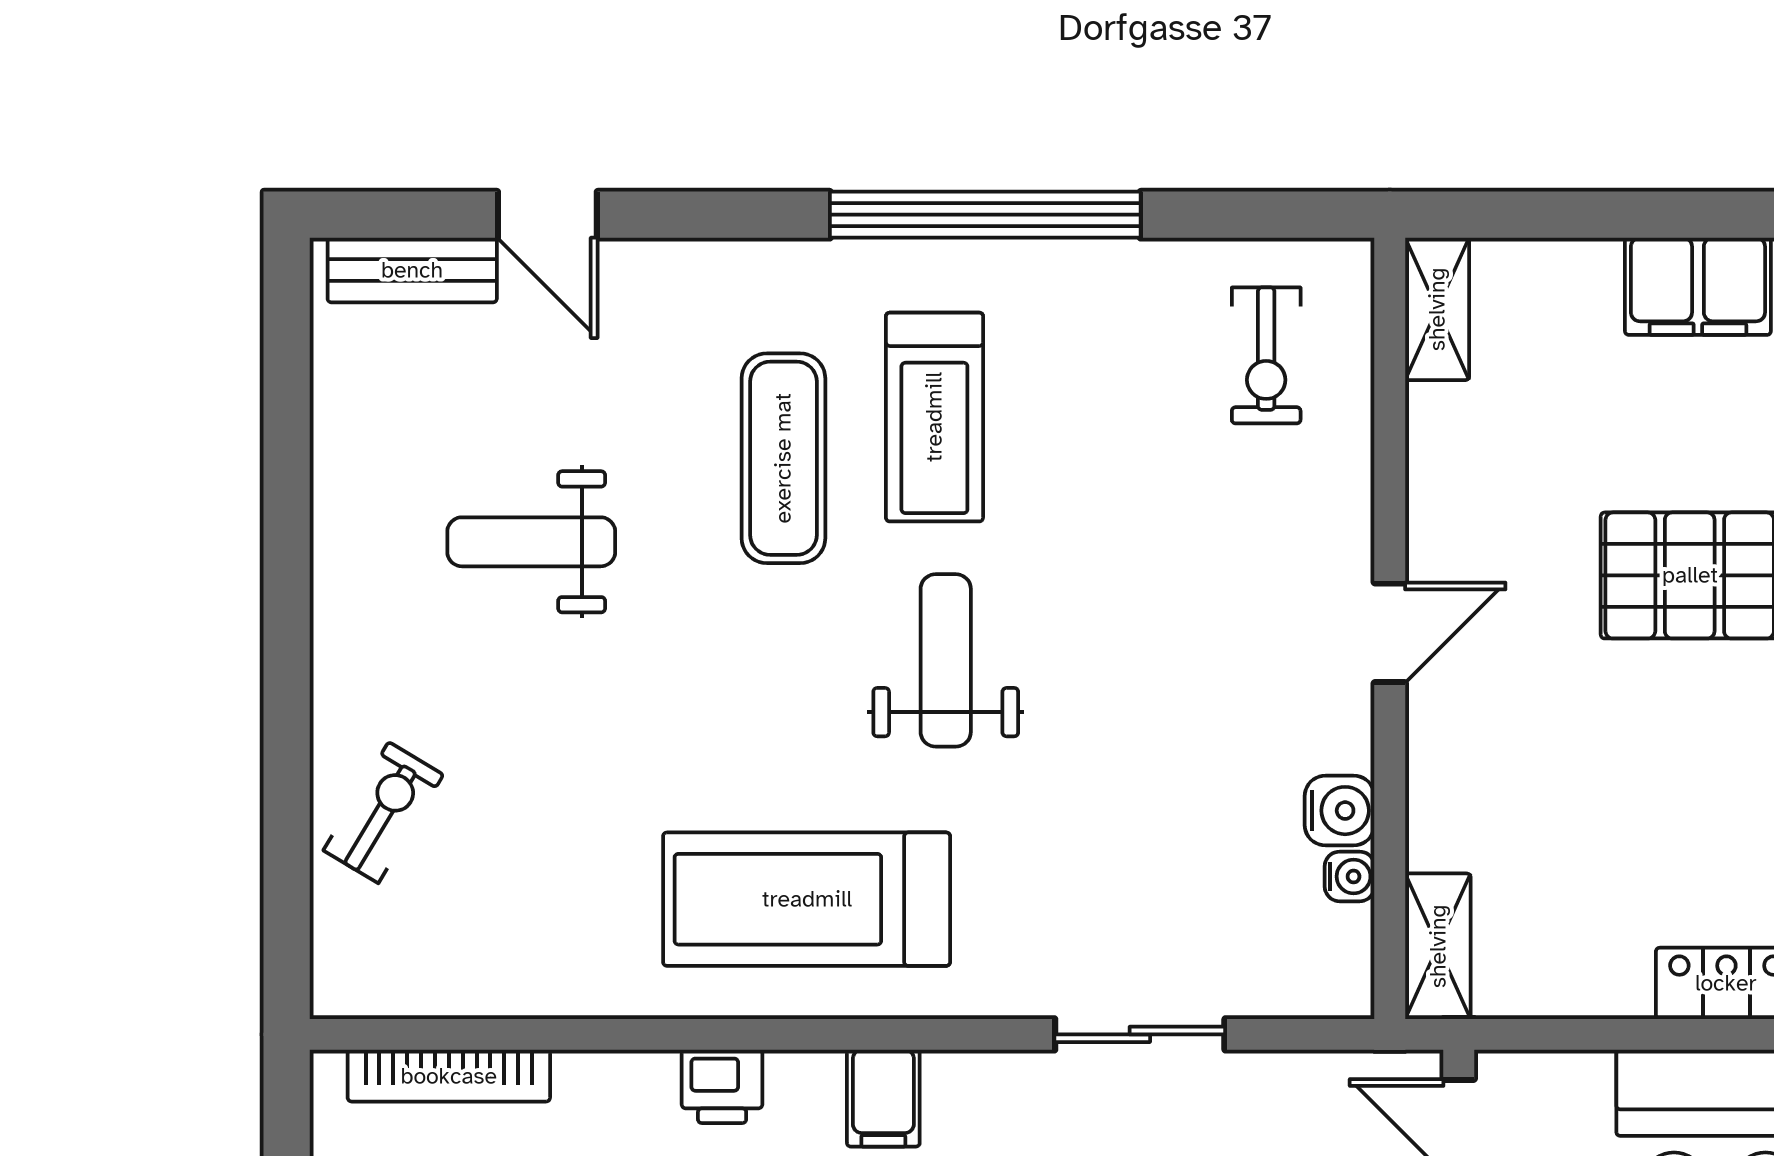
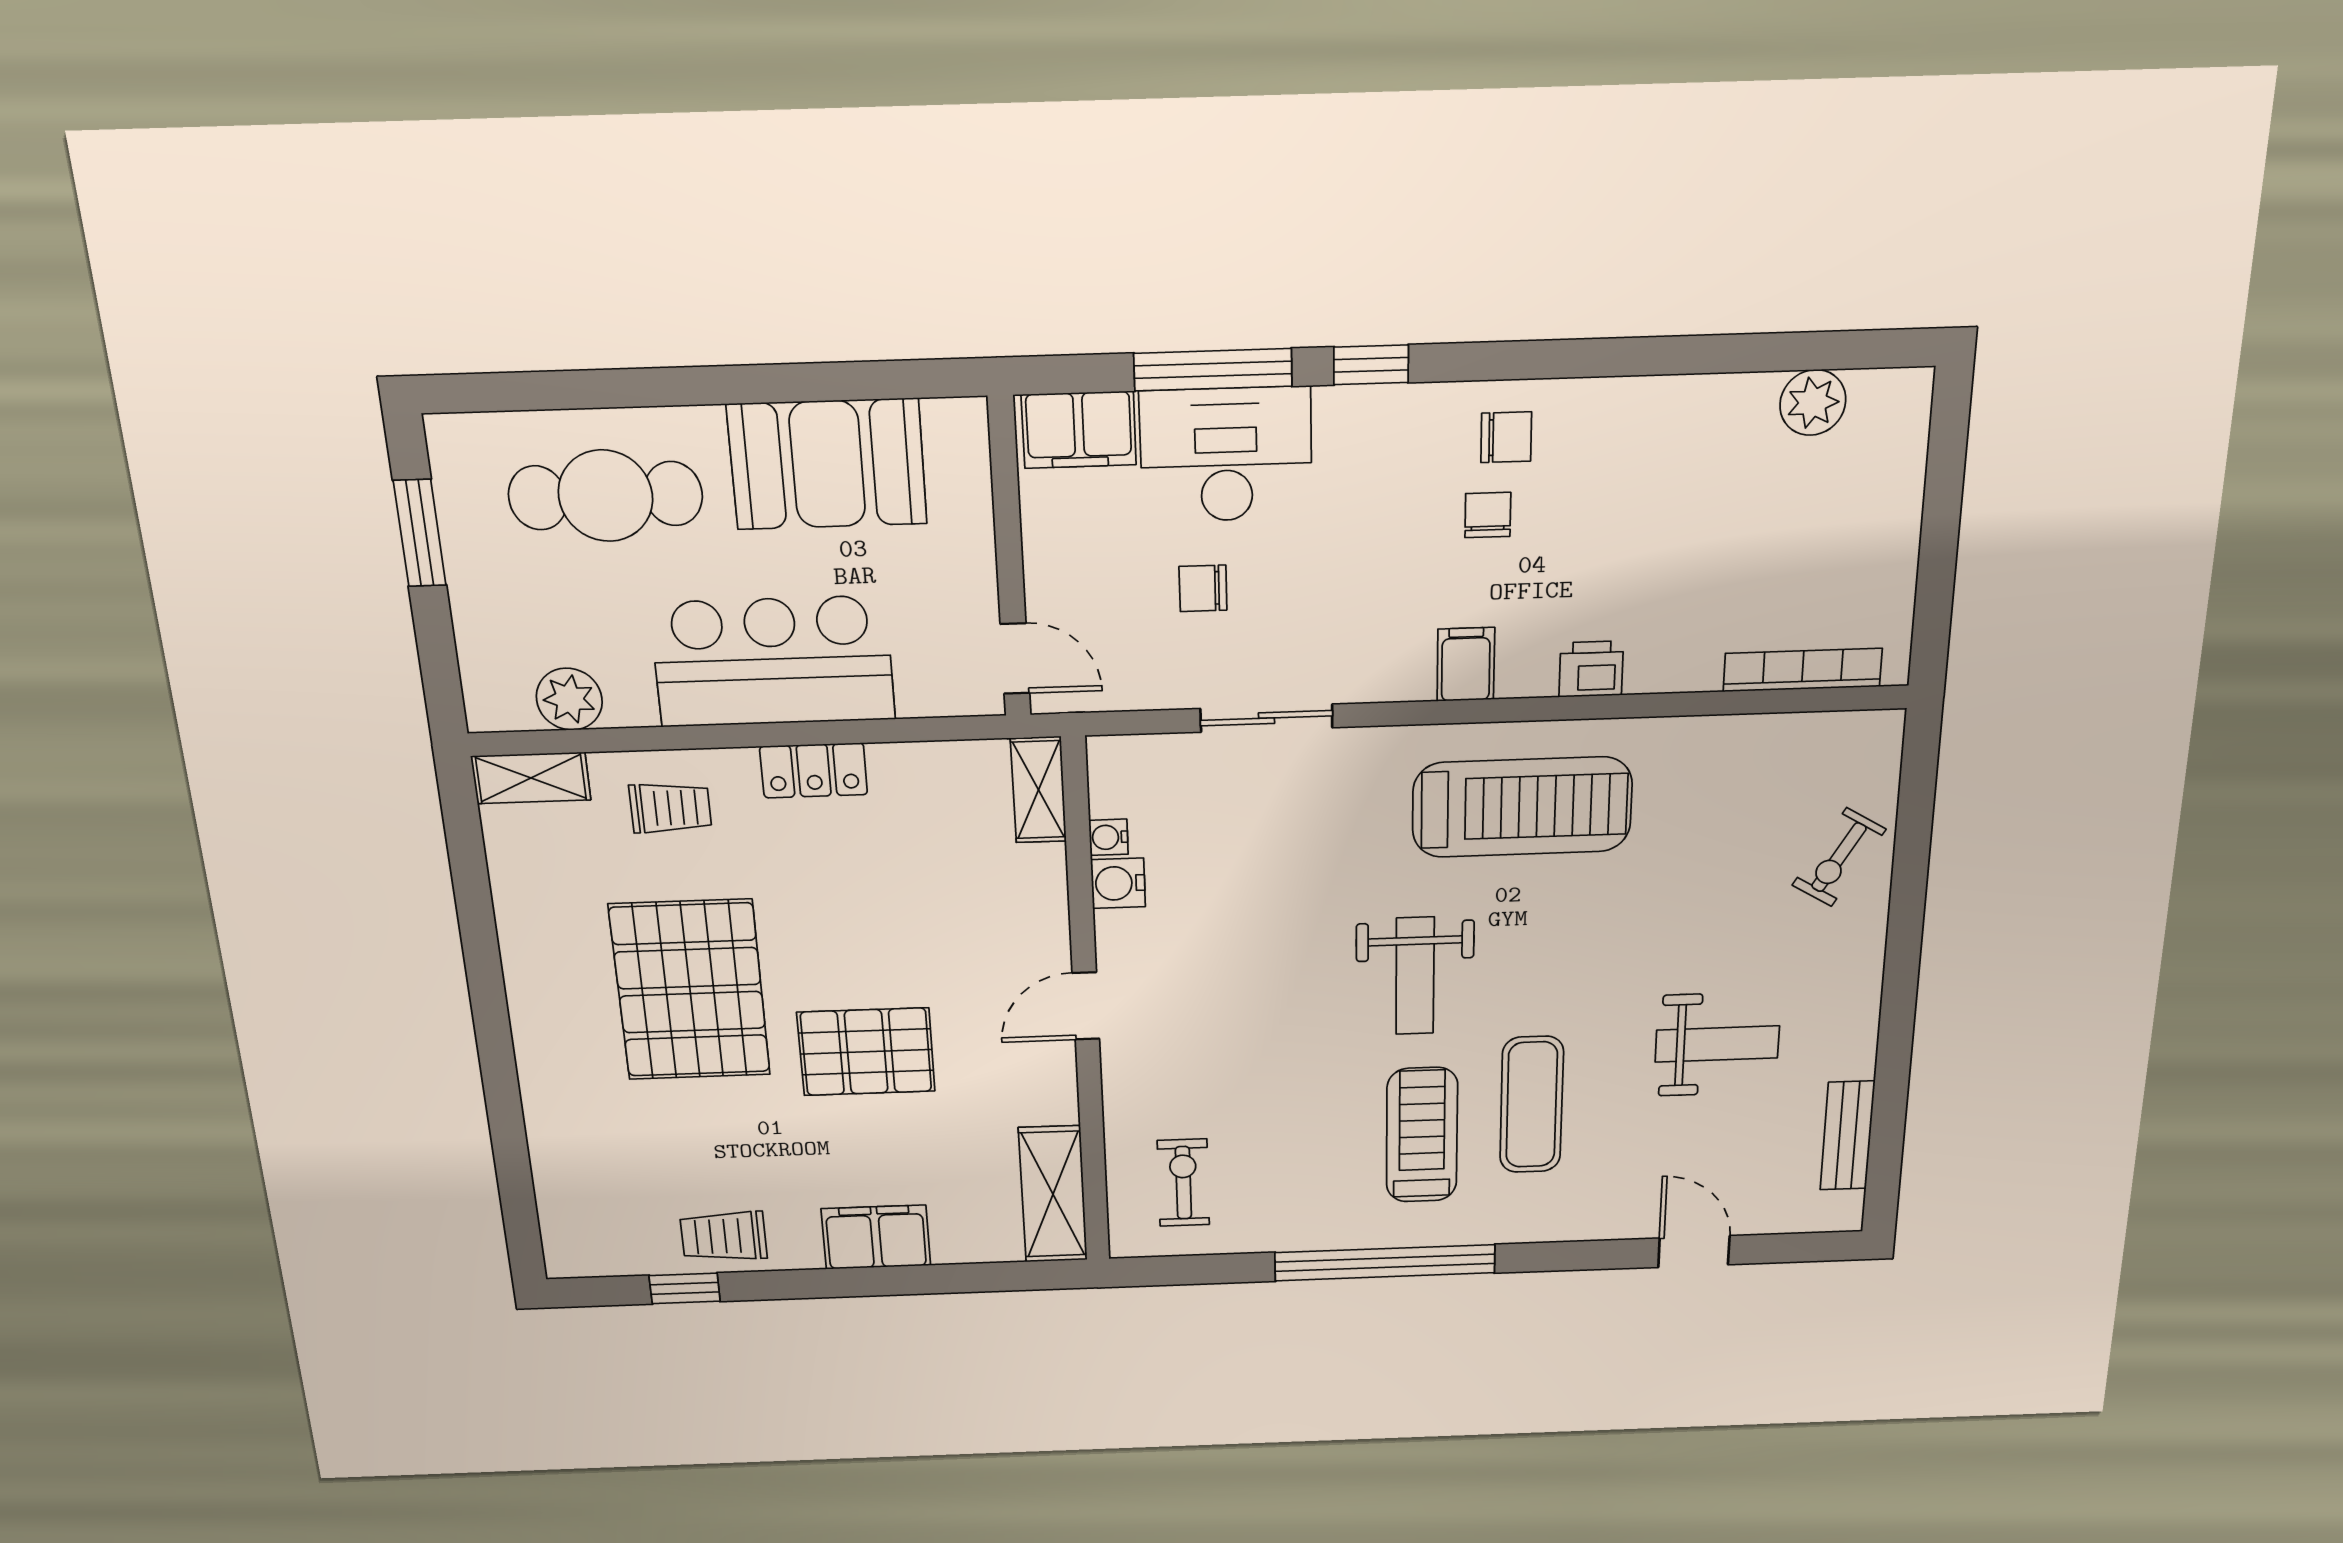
bench: (412, 270) -> (1847, 1136), moved, turned 90
shelving: (1437, 309) -> (1053, 1194), width x1.50, depth x1.33

